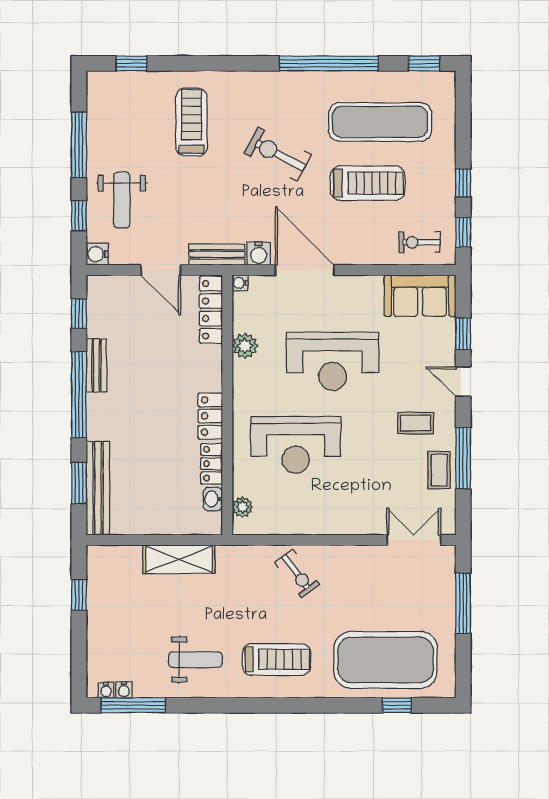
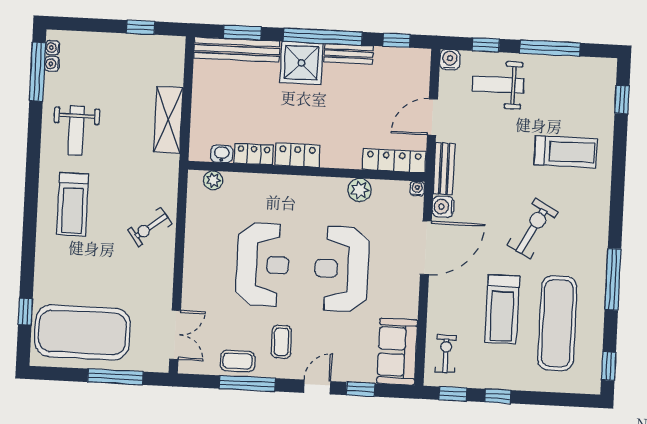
window: (329, 63) -> (613, 279), width x0.68
shower: (109, 417) -> (301, 63), added
reception desk: (296, 445) -> (263, 264), moved, turned 180
exercise mat: (386, 660) -> (82, 332), moved, turned 90

